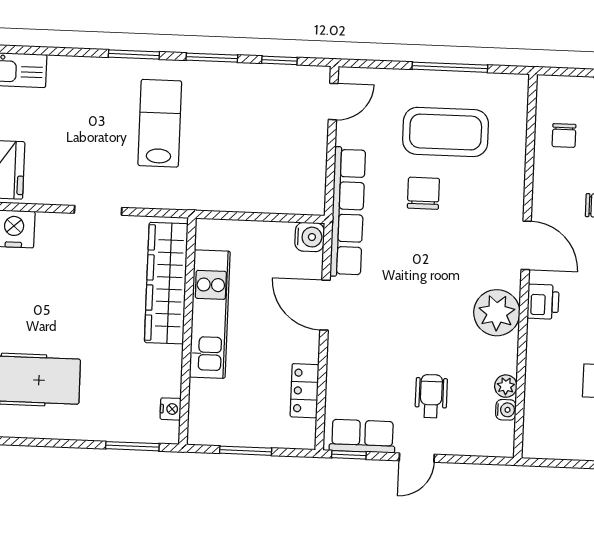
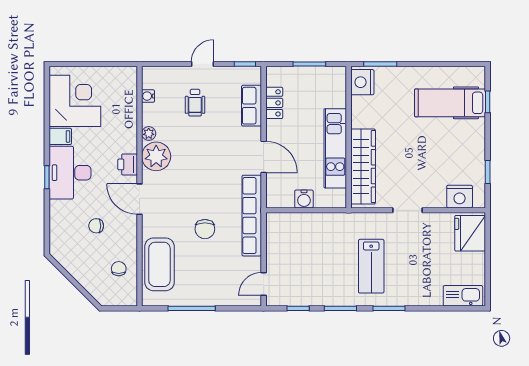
coffee table: (446, 132) -> (159, 264), moved, turned 90
water cooler: (310, 237) -> (304, 199), moved, turned -90
plant: (506, 386) -> (149, 133), moved
nightstand: (171, 409) -> (362, 82), width x1.89, depth x1.79
row of seats: (362, 436) -> (252, 106), moved, turned 90

